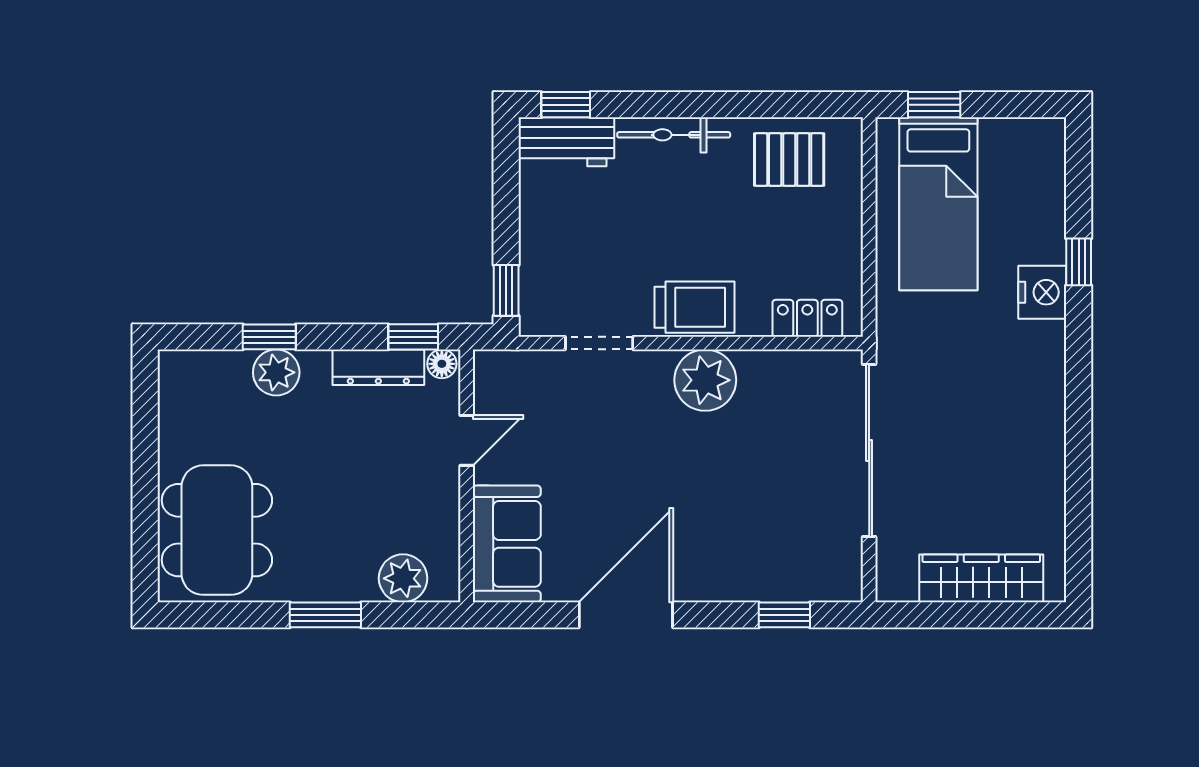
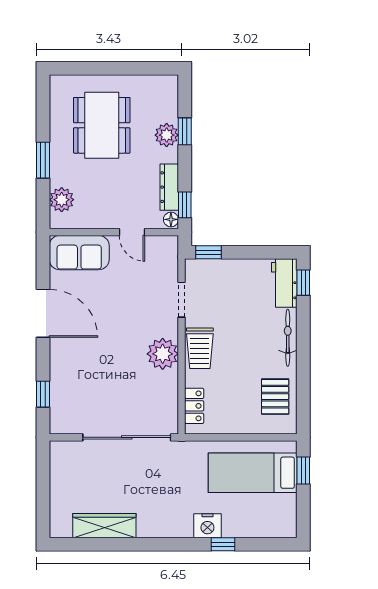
dining table: (217, 530) -> (102, 125), moved, turned 90
wardrobe: (981, 578) -> (104, 526), moved, turned -90

